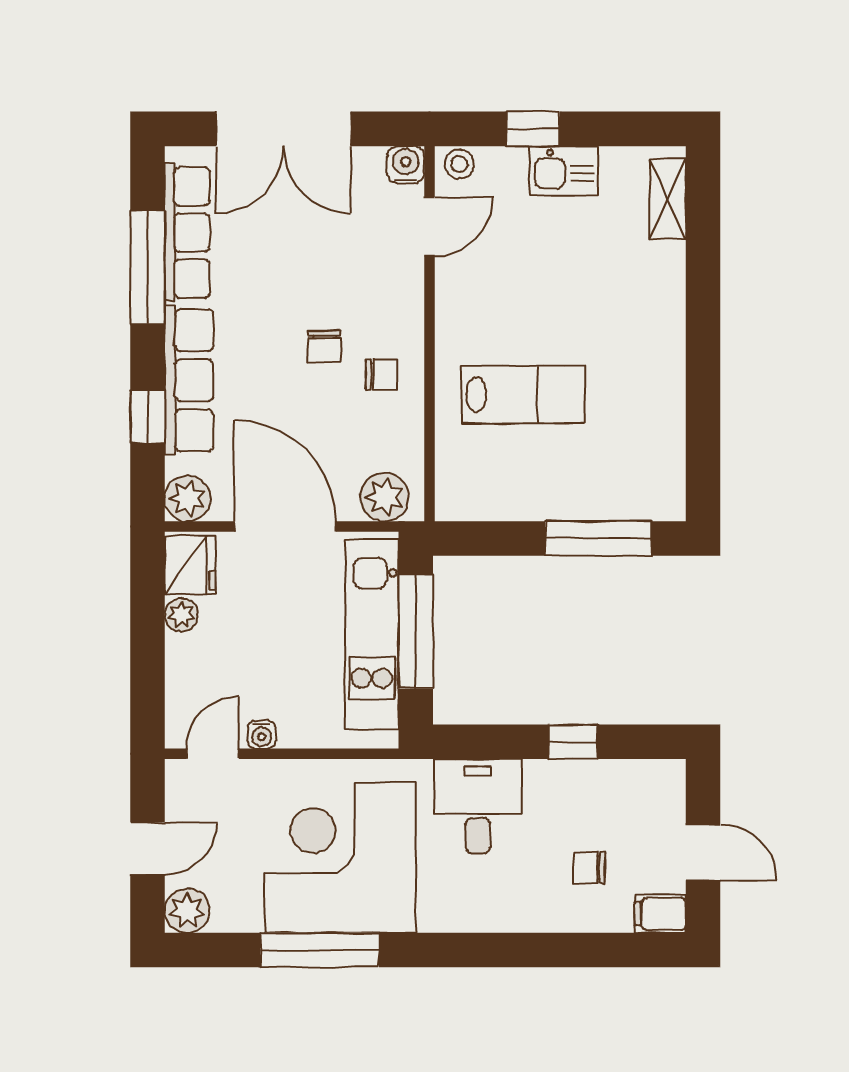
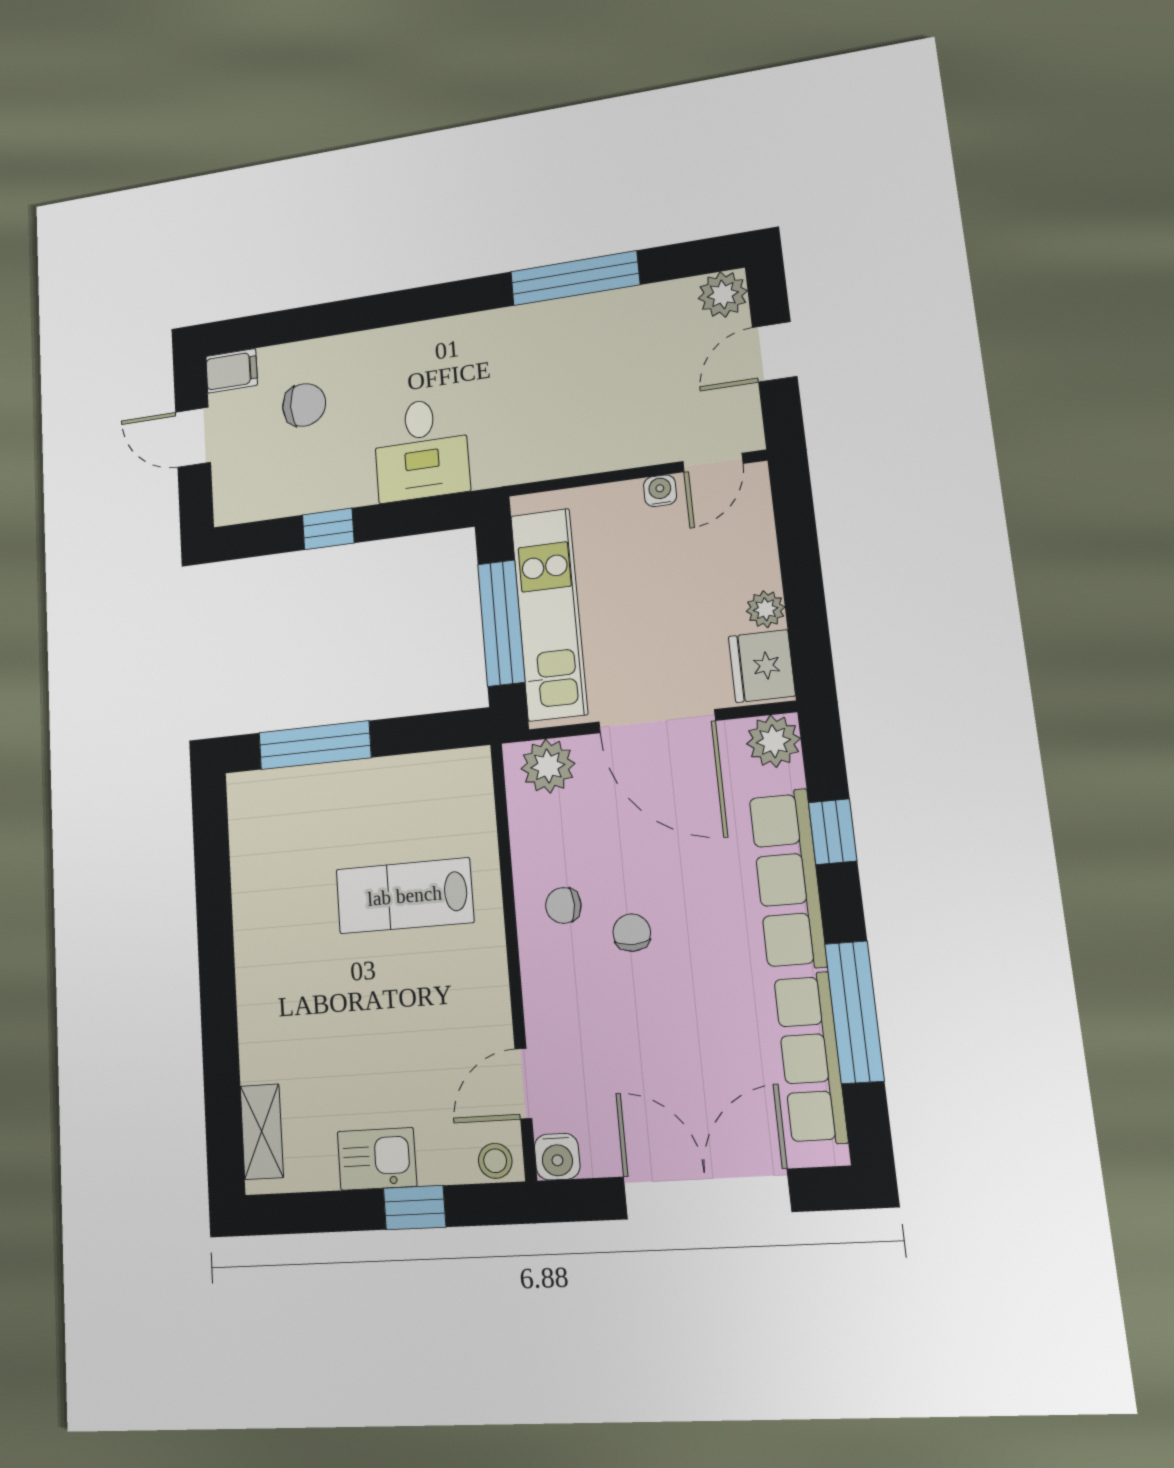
corner desk: (340, 858) -> (562, 375), removed
chair: (589, 868) -> (304, 405), width x1.37, depth x1.37

